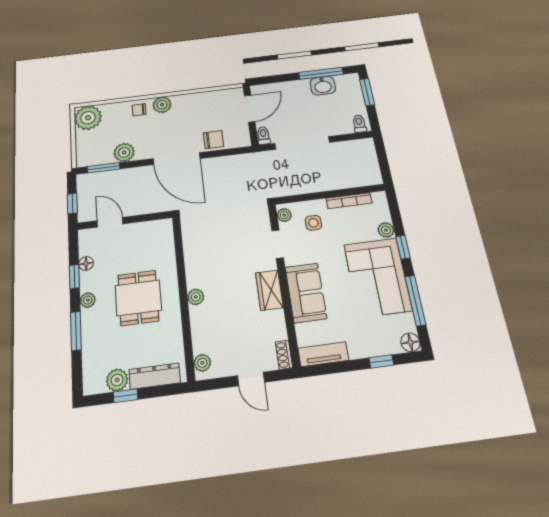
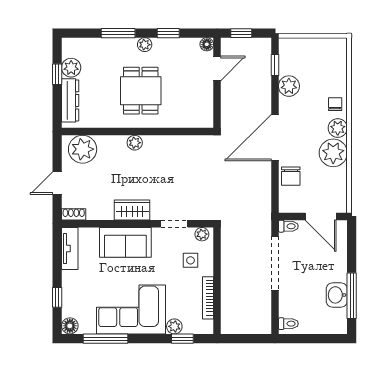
window: (367, 92) -> (323, 339), removed
plant: (88, 118) -> (333, 153), moved
window: (104, 168) -> (275, 65), width x0.67
window: (403, 247) -> (182, 339), moved
floor lamp: (86, 263) -> (207, 44), moved
dining table: (138, 298) -> (141, 91), turned 90
plant: (202, 363) -> (83, 149), width x1.87, depth x1.87

